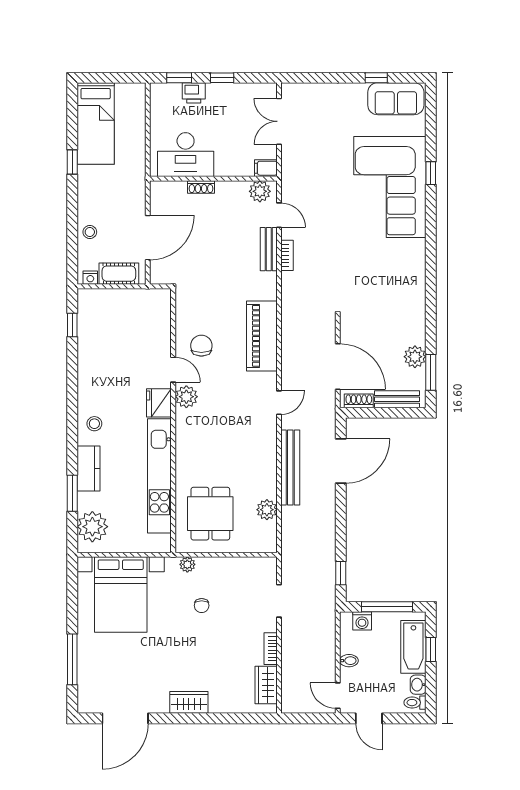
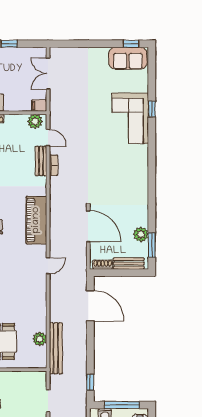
window: (376, 78) -> (131, 44), moved
corner sofa: (390, 187) -> (130, 118), width x0.73, depth x0.74
door: (338, 367) -> (88, 226), moved
door: (341, 461) -> (90, 306), hinge flipped
bench: (290, 468) -> (56, 348), moved

